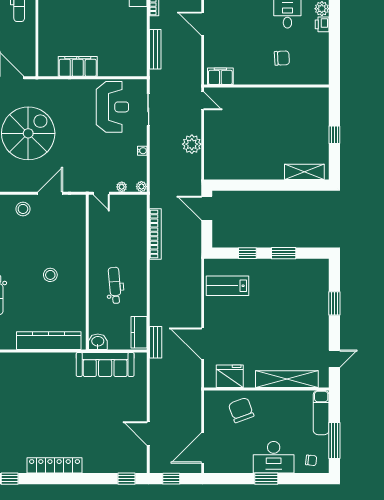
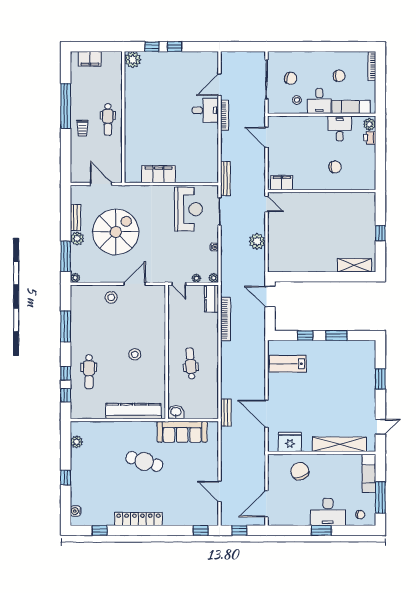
bench: (155, 49) -> (225, 179), moved
kitchen counter: (139, 332) -> (211, 299), moved
cafe table: (61, 399) -> (144, 461), added

